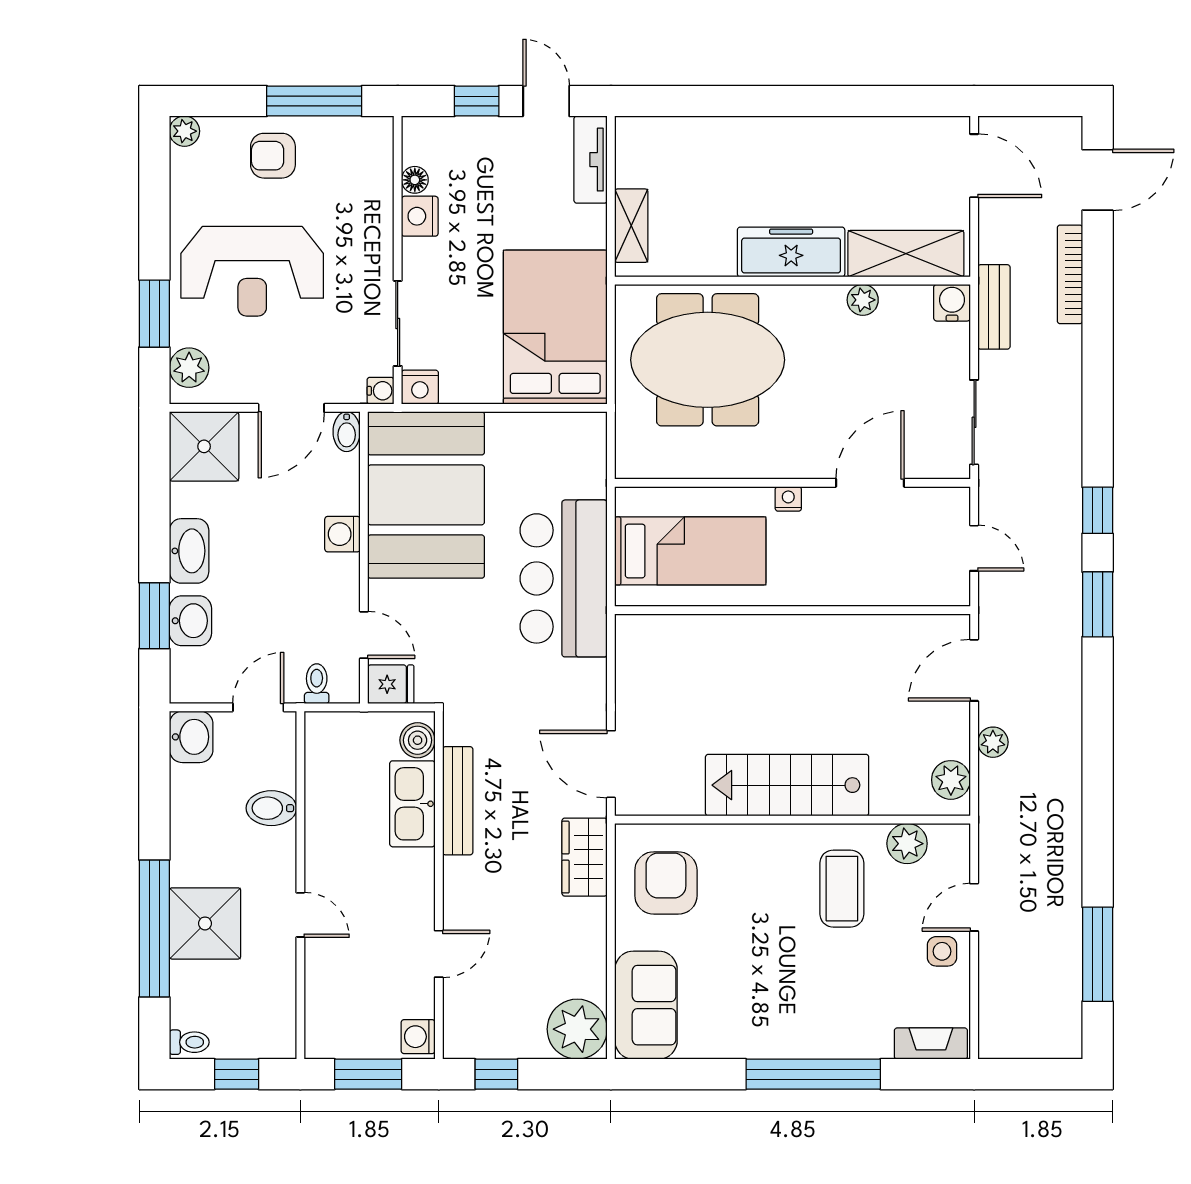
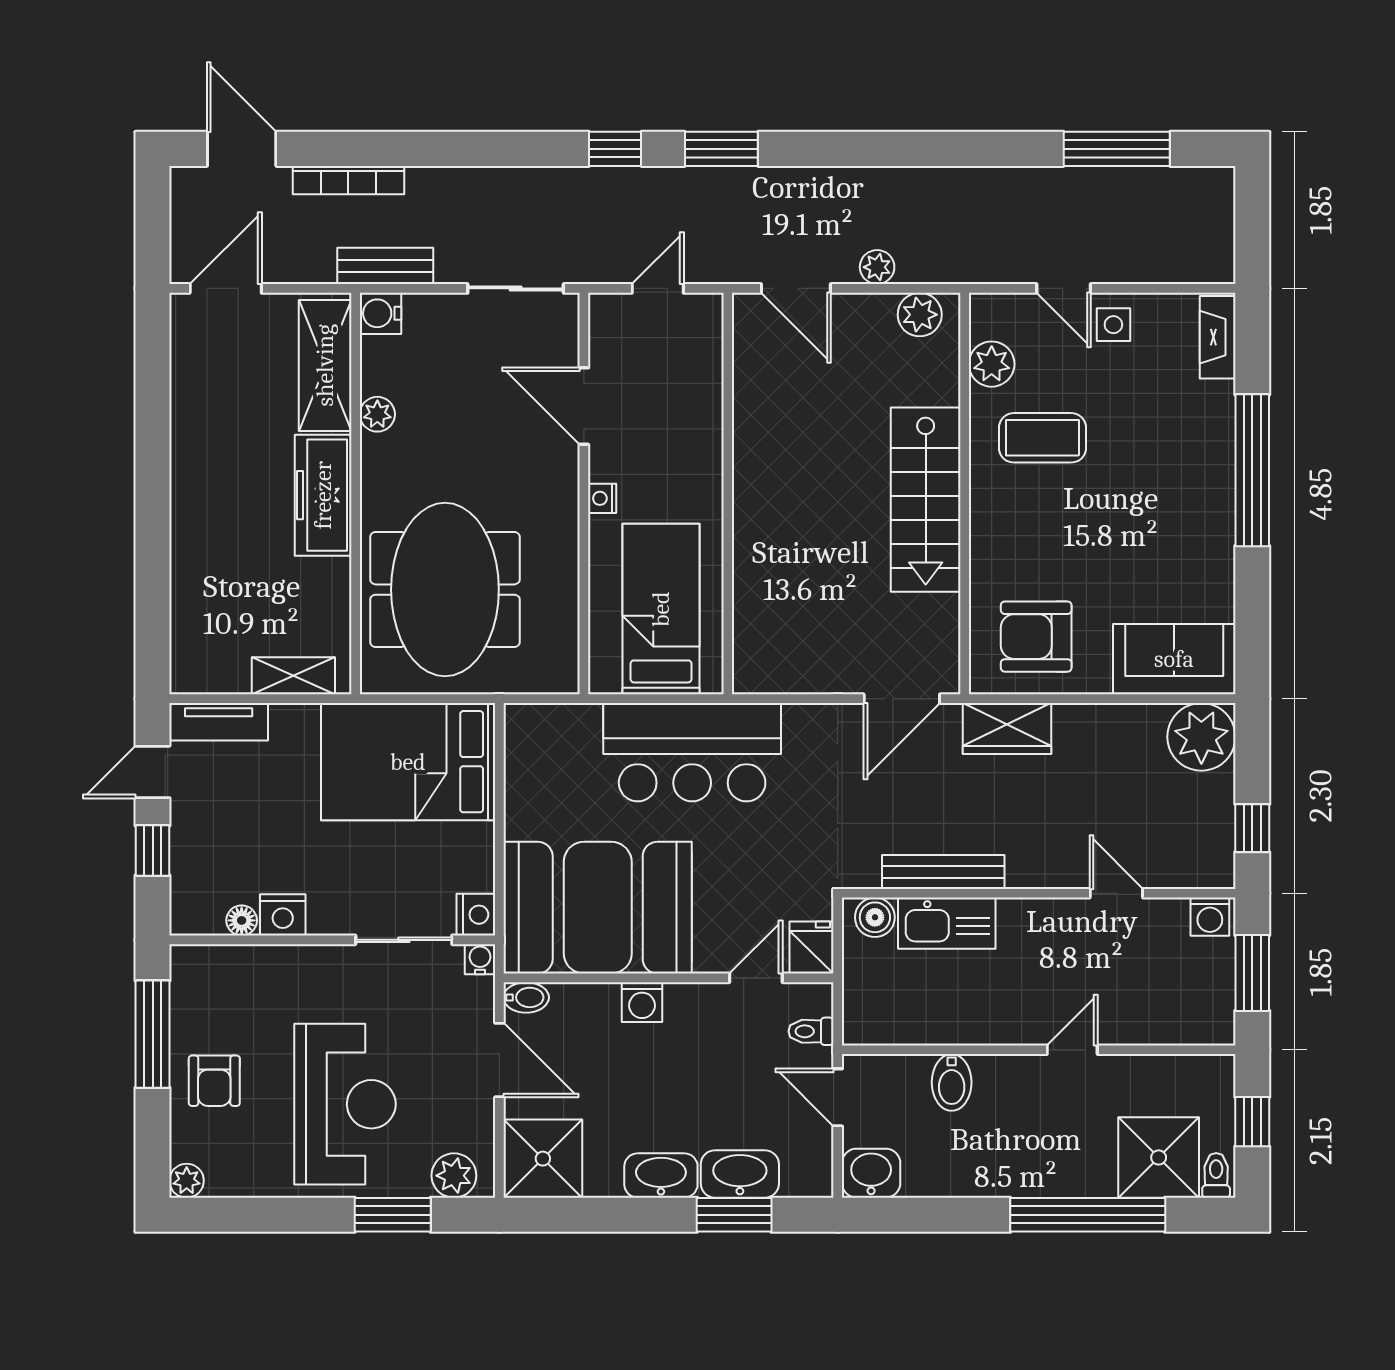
washbasin: (190, 621) -> (740, 1174), width x1.38
shower: (205, 923) -> (1159, 1157), moved

